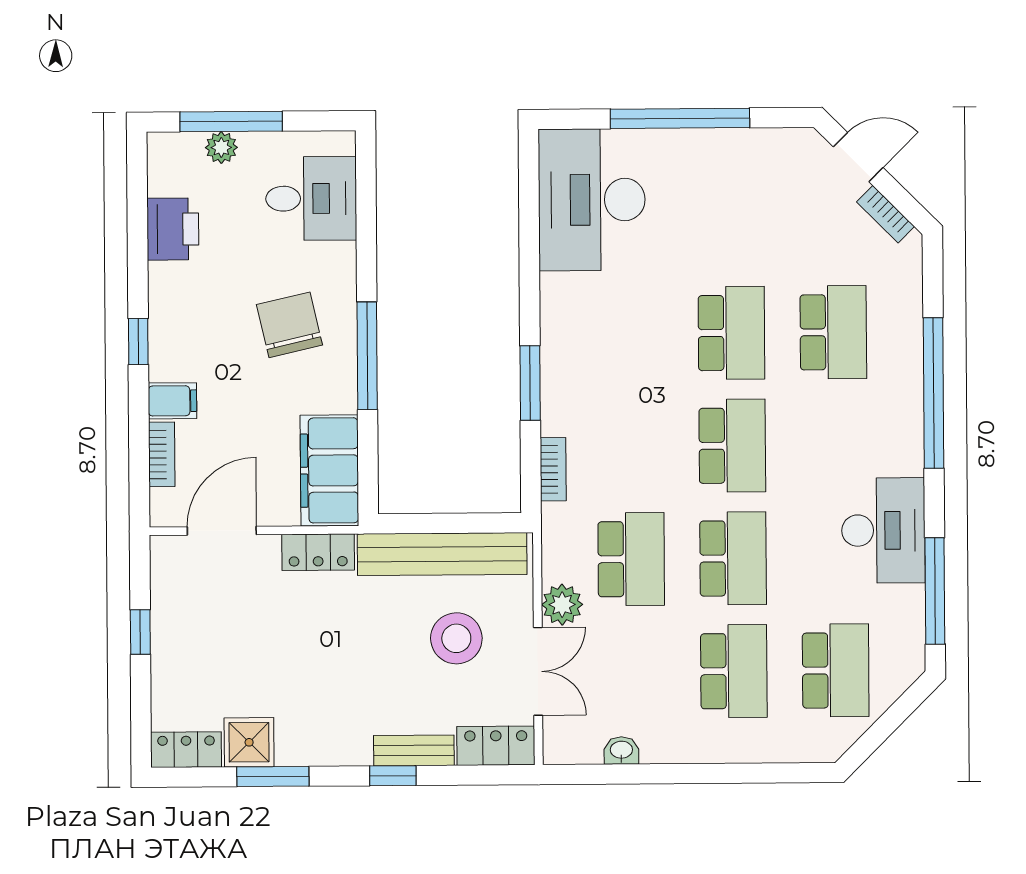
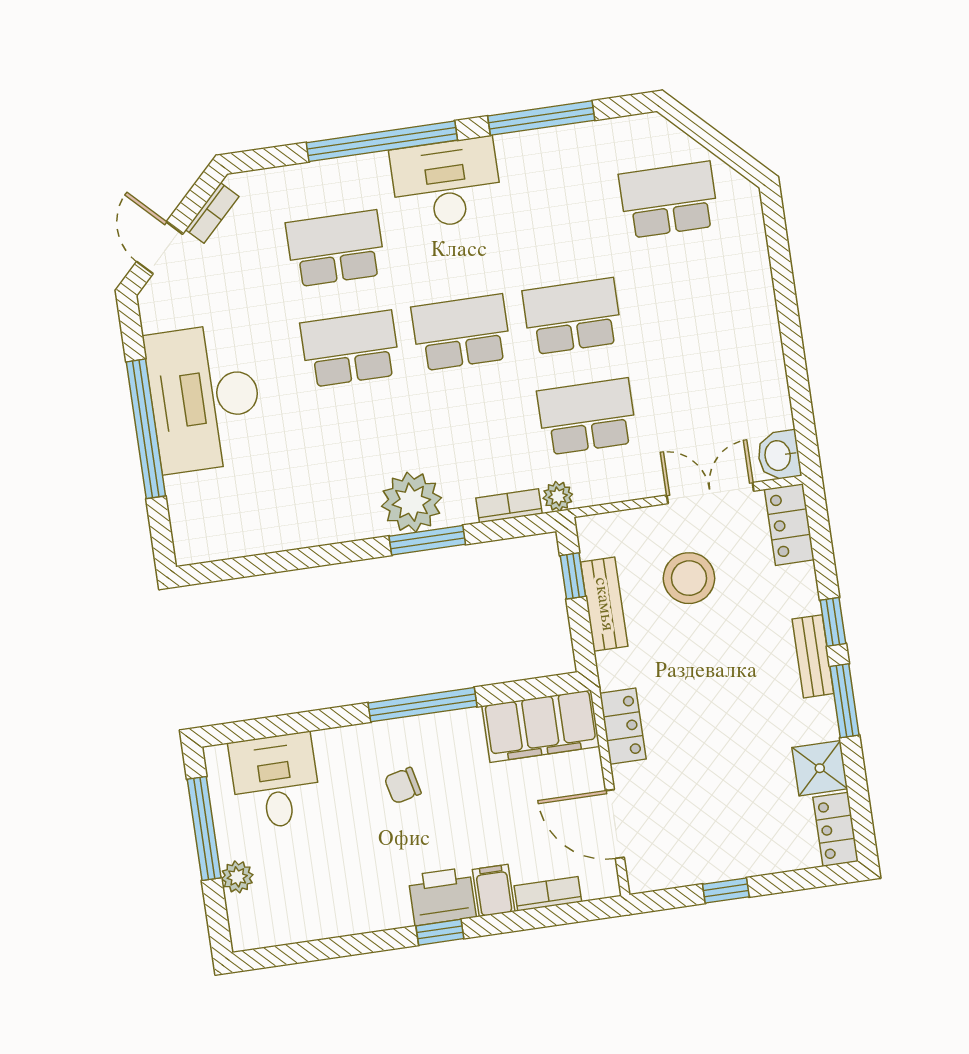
window: (231, 122) -> (204, 828), moved
desk: (592, 200) -> (205, 398), moved, turned 90
printer: (173, 229) -> (442, 896), moved
chair: (290, 325) -> (403, 785), width x0.54, depth x0.54
plant: (570, 373) -> (411, 502), added
window: (475, 523) -> (573, 576), added
desk: (883, 530) -> (446, 183), moved
bench: (442, 554) -> (604, 604), width x0.54, depth x0.82
window: (935, 591) -> (541, 118), moved
plant: (562, 605) -> (558, 496), moved, width x0.73, depth x0.73
school desk: (734, 671) -> (683, 300), removed
bench: (414, 751) -> (813, 656), moved
washbasin: (621, 751) -> (779, 455), moved, width x1.38, depth x1.45
window: (273, 777) -> (845, 701), moved

